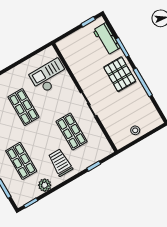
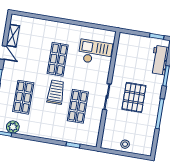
pallet: (120, 74) -> (134, 97), moved
trolley: (60, 163) -> (56, 92), moved
plant: (45, 185) -> (13, 127), moved

